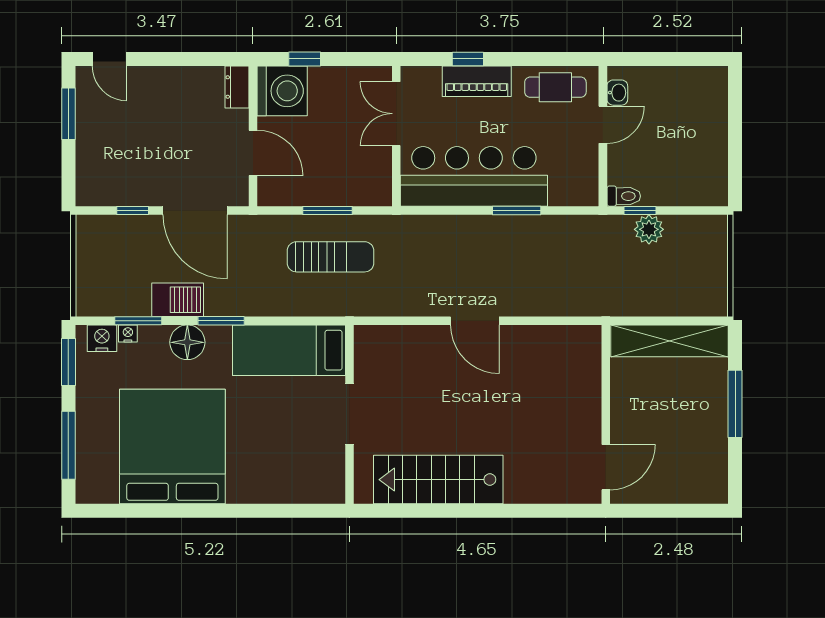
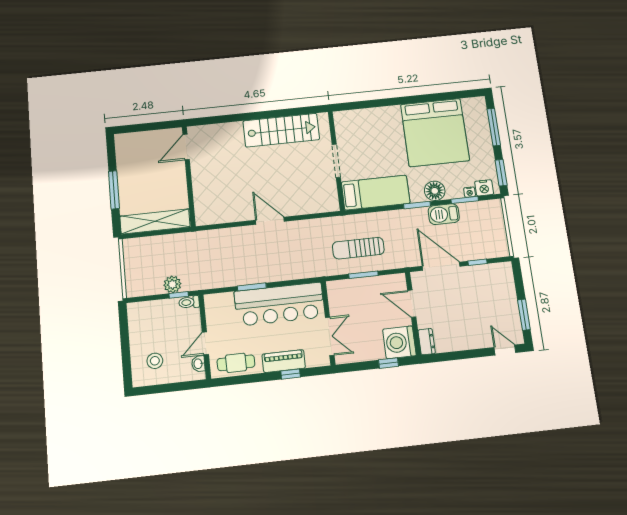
stool: (688, 105) -> (155, 361), added

